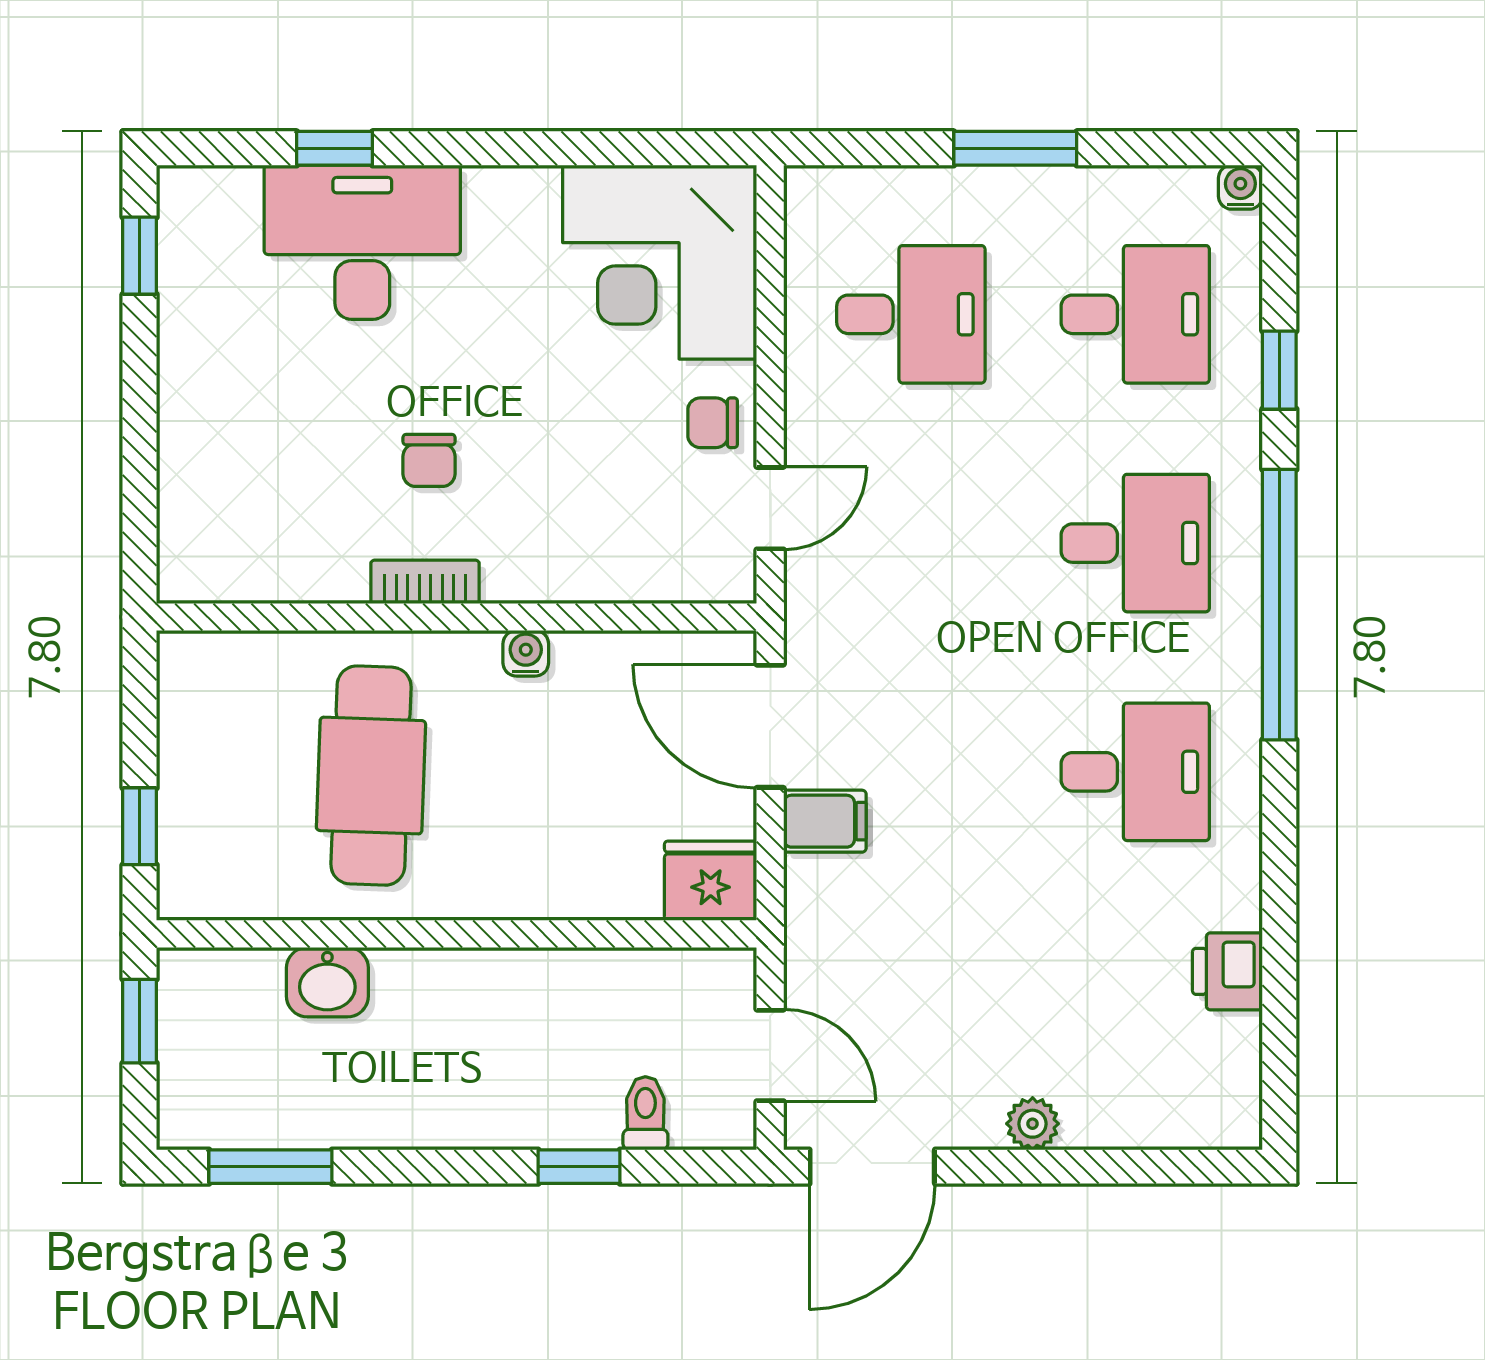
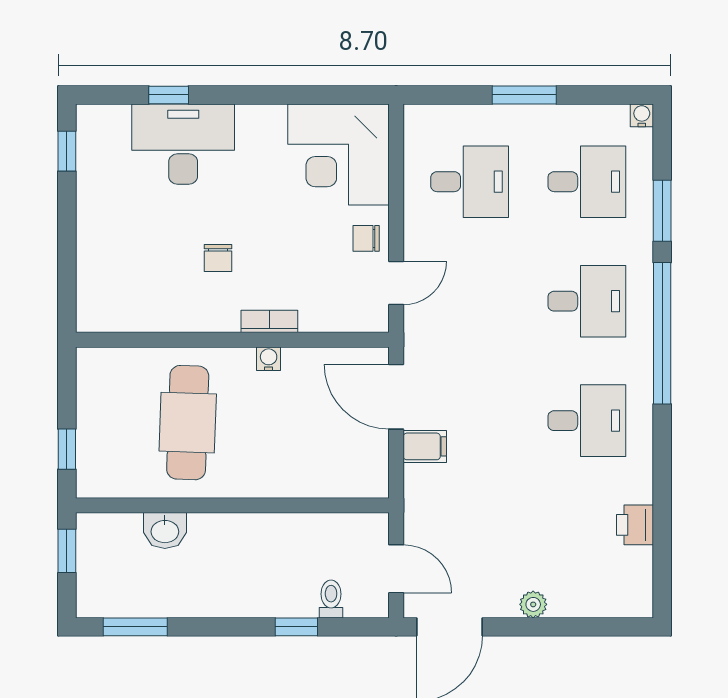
window: (1279, 370) -> (662, 211), width x1.50
bookcase: (425, 582) -> (269, 321), moved
fridge: (711, 881) -> (365, 478), removed

